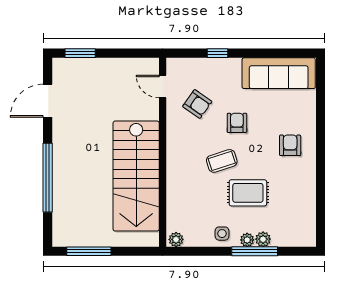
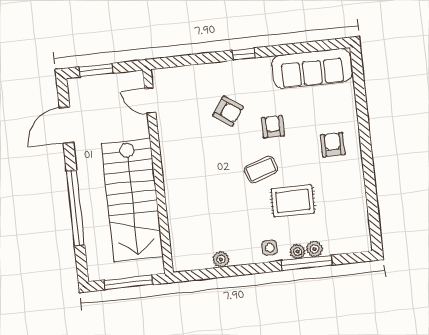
door: (163, 87) -> (150, 101), moved
wall: (163, 152) -> (158, 171), moved
stairs: (136, 176) -> (132, 200), moved

